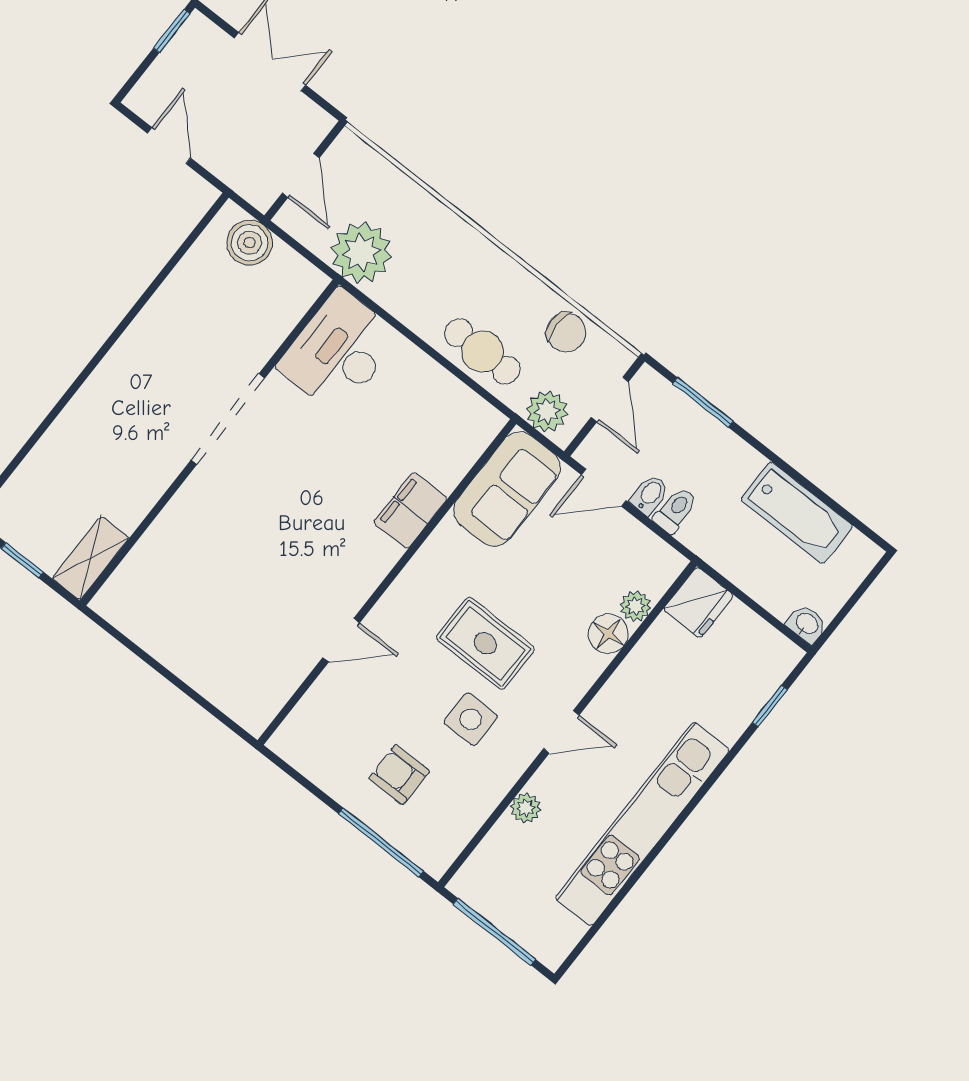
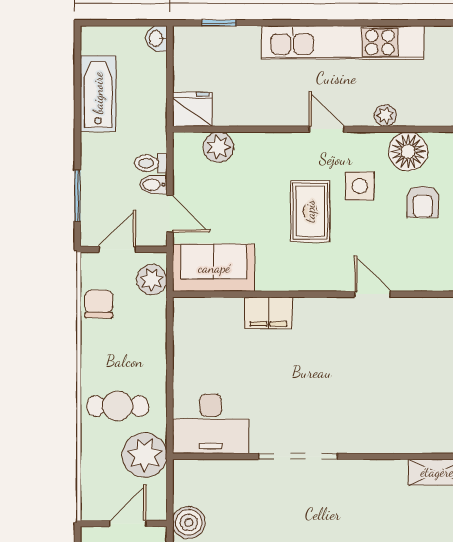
cafe table: (482, 351) -> (118, 406), moved, turned 90
plant: (635, 606) -> (218, 147), width x1.38, depth x1.38
floor lamp: (608, 634) -> (408, 152), moved, width x1.38, depth x1.38

